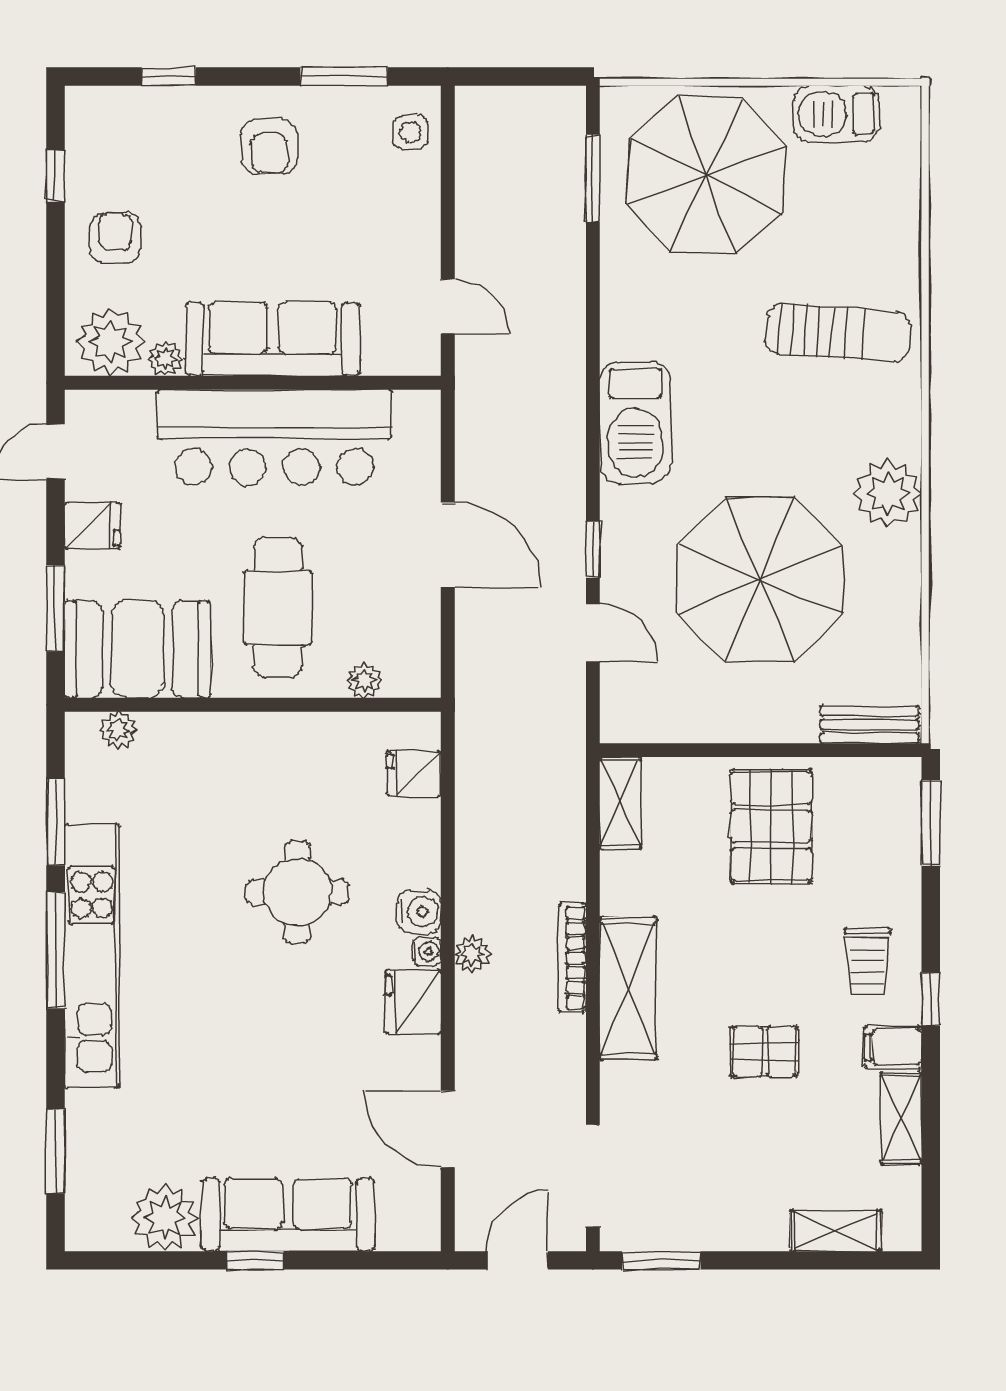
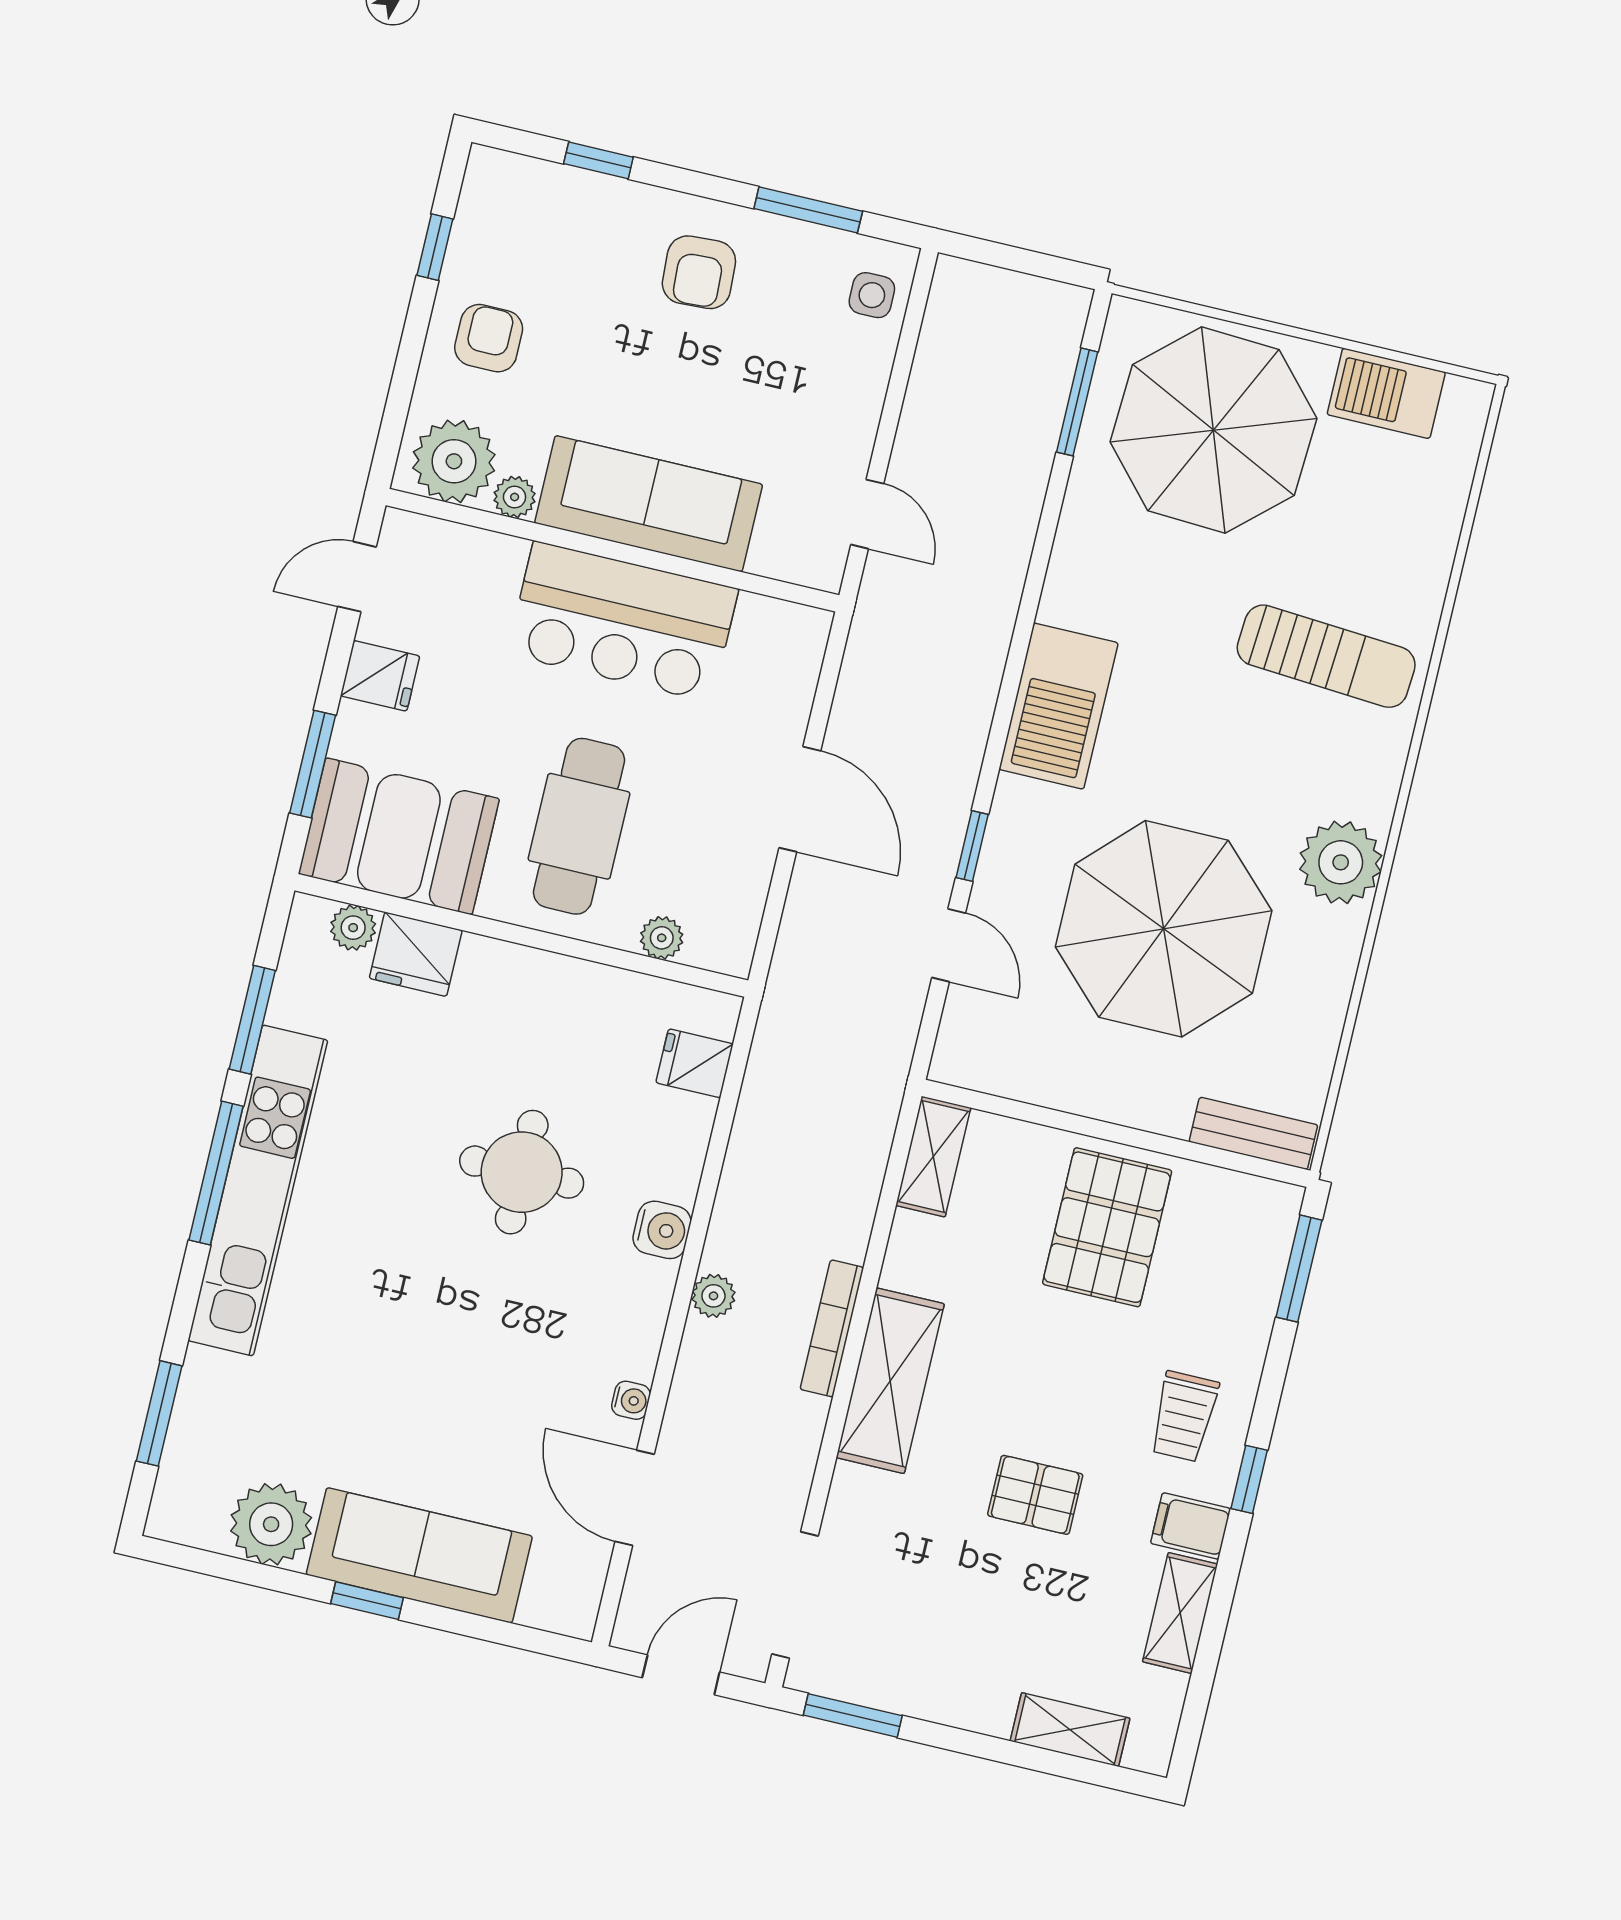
bar counter: (274, 437) -> (623, 622), width x0.73
water cooler: (427, 951) -> (631, 1400), moved
fridge: (413, 1002) -> (416, 954), moved, turned -90

